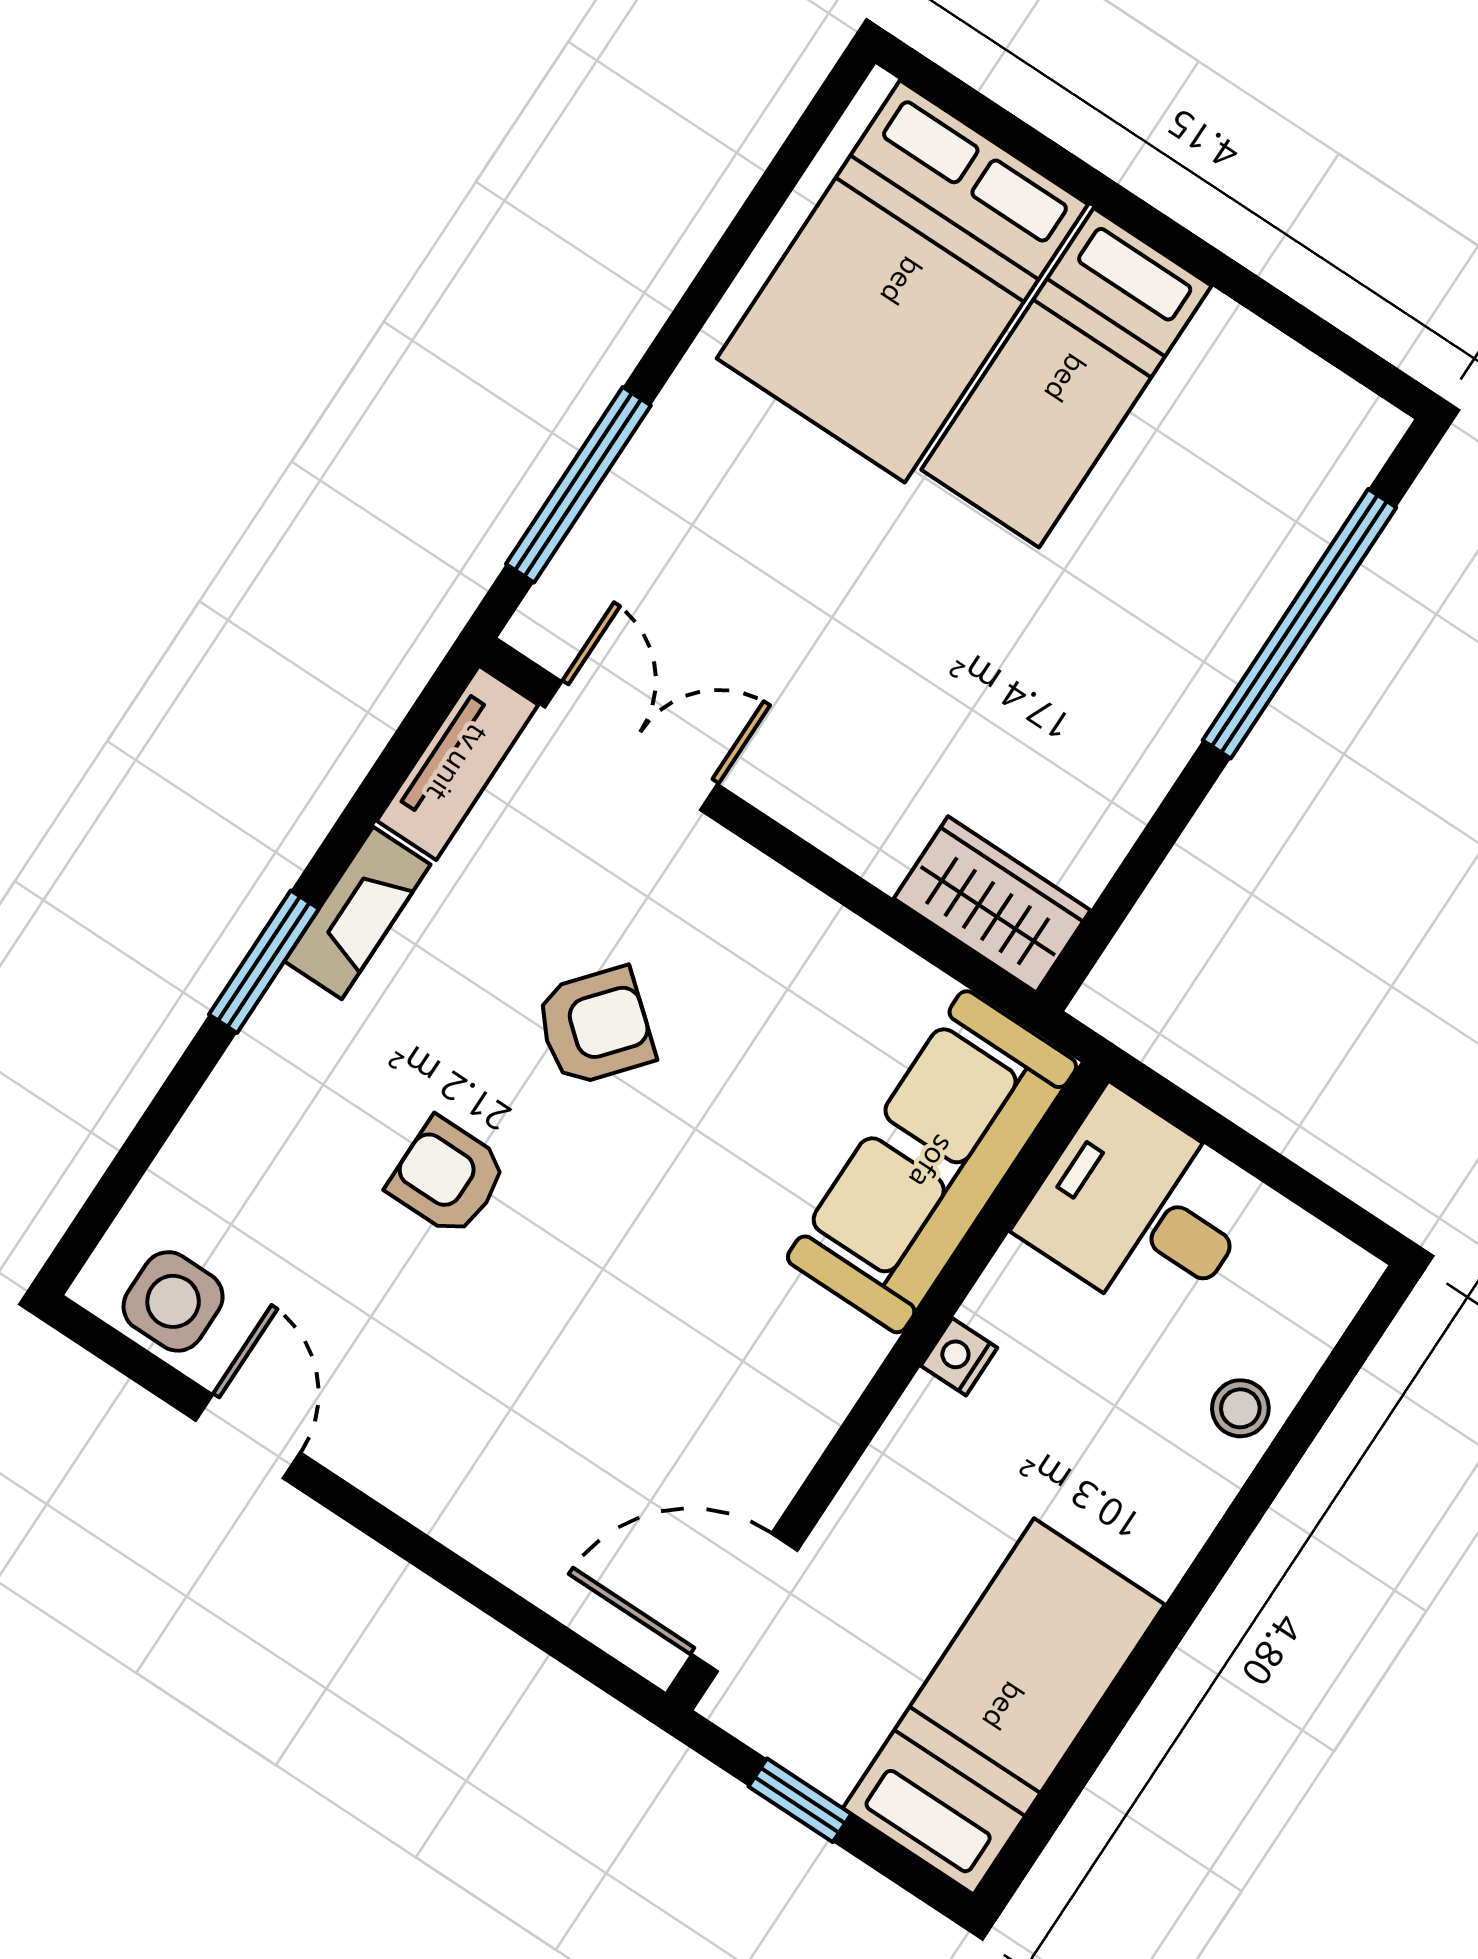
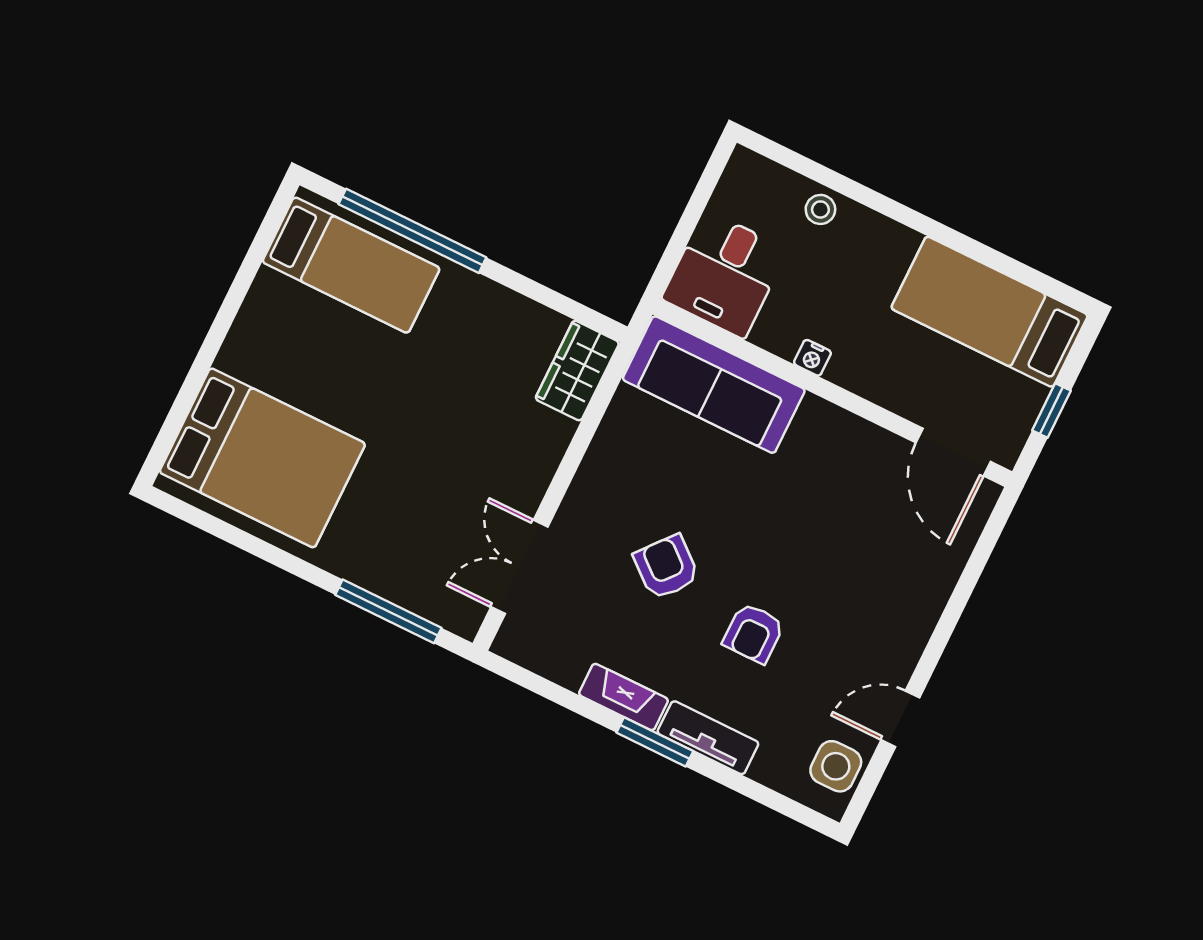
bed: (1066, 378) -> (351, 265), moved
tv unit: (458, 763) -> (708, 738), moved

